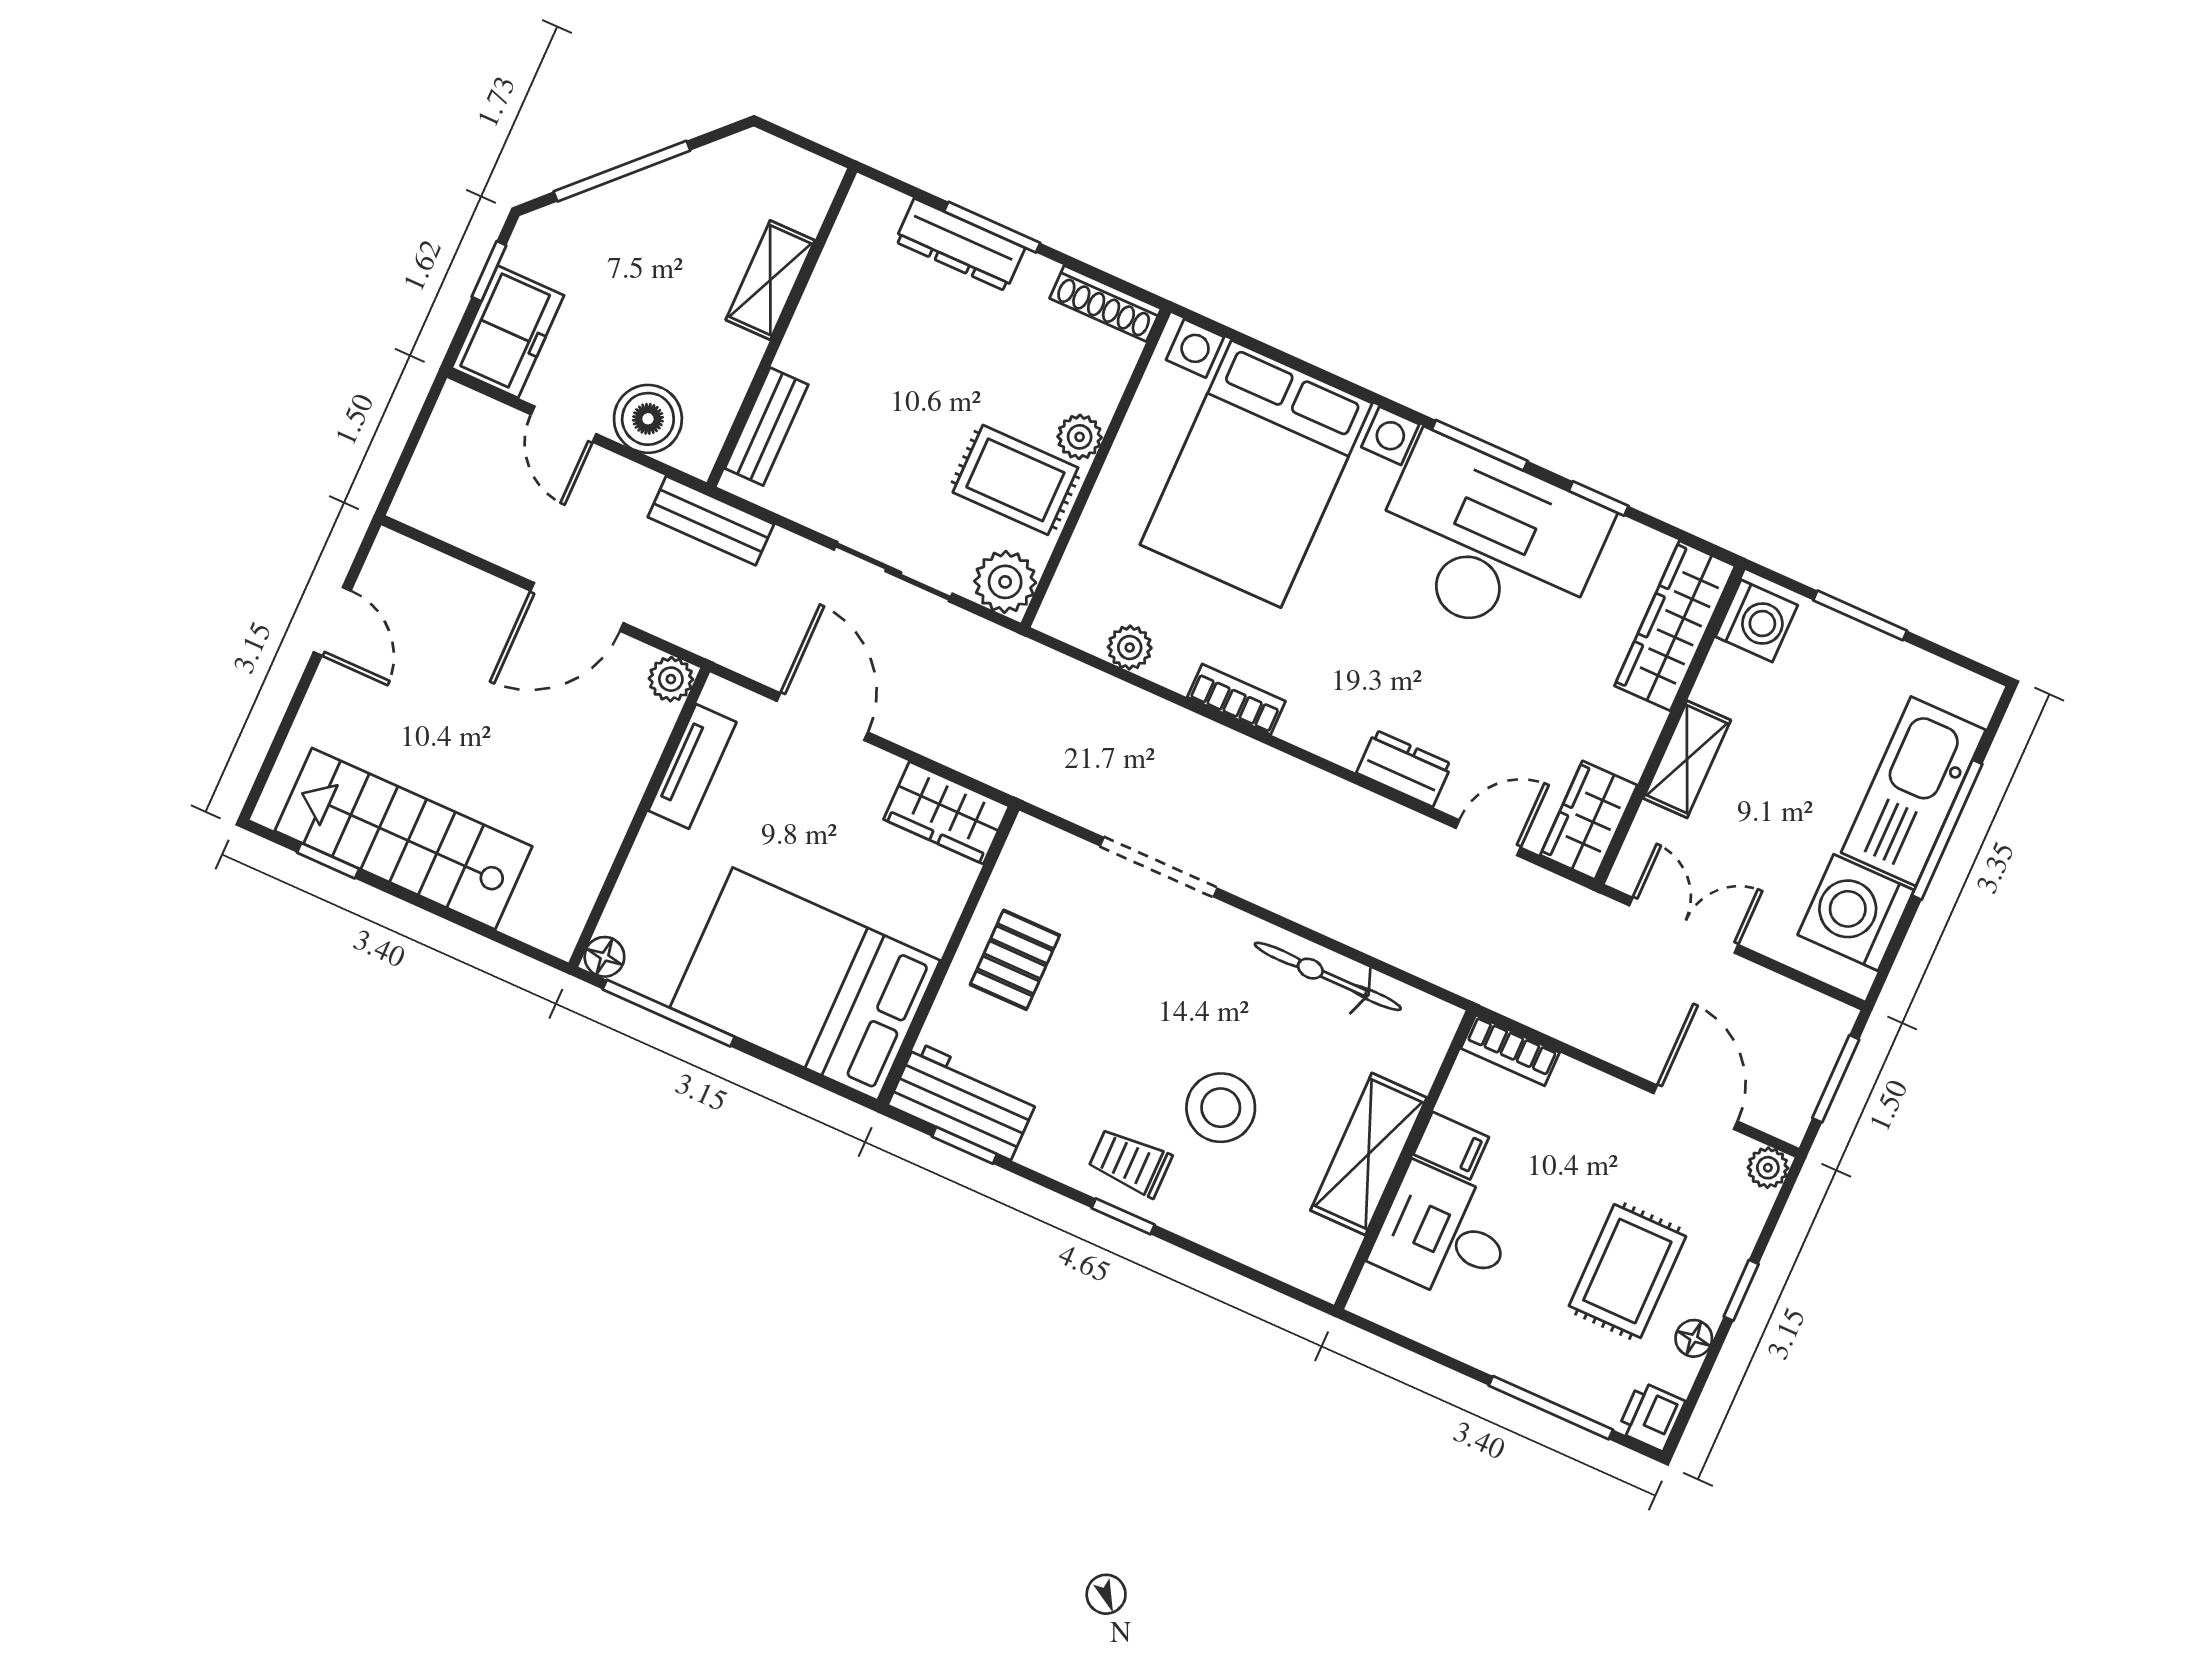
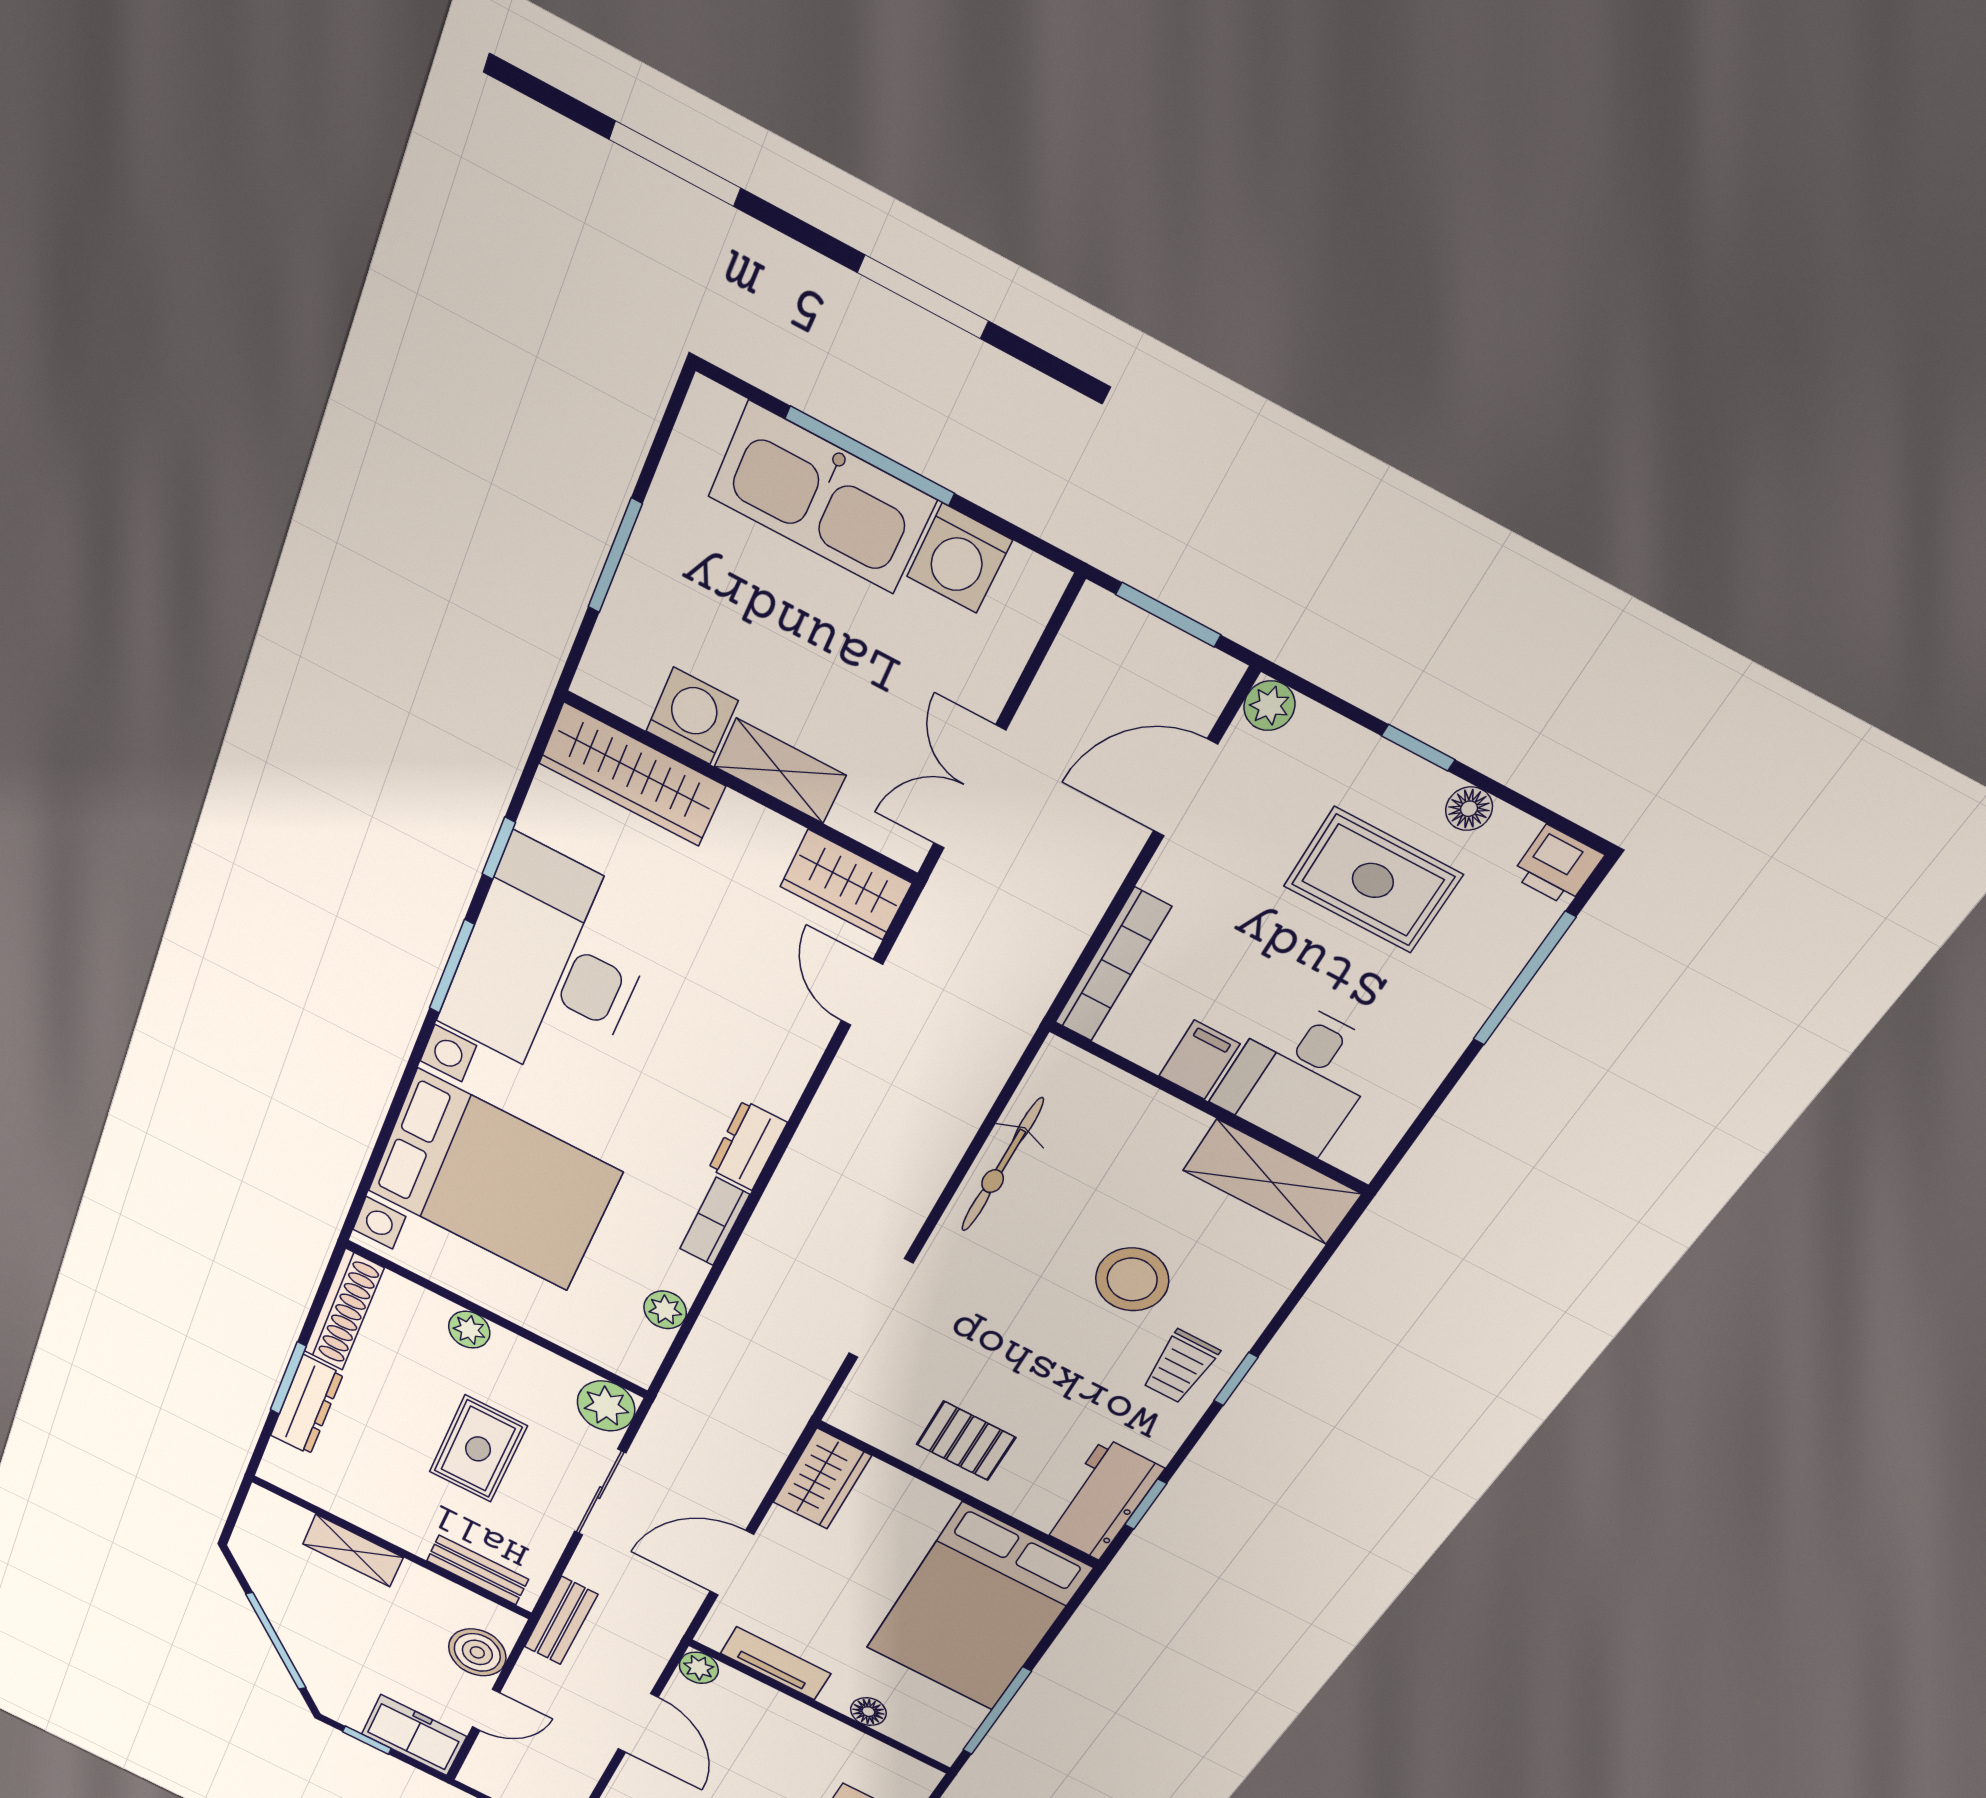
shoe rack: (1105, 303) -> (344, 1310), width x1.36, depth x1.24
rug: (1015, 480) -> (478, 1449), moved
washing machine: (1757, 621) -> (692, 716), moved
dresser: (1404, 768) -> (748, 1146), moved
washing machine: (1856, 912) -> (959, 558), width x0.73, depth x0.73
floor lamp: (604, 957) -> (868, 1712), moved
bookcase: (1510, 1050) -> (1112, 965), width x1.56
shelving: (1369, 1154) -> (1272, 1182), moved

